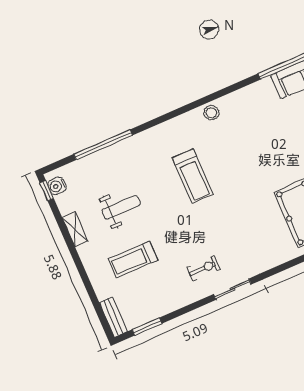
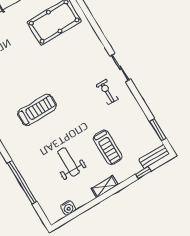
water cooler: (57, 186) -> (68, 208), moved
window: (47, 191) -> (143, 173), moved
shelving: (75, 229) -> (105, 187), moved

